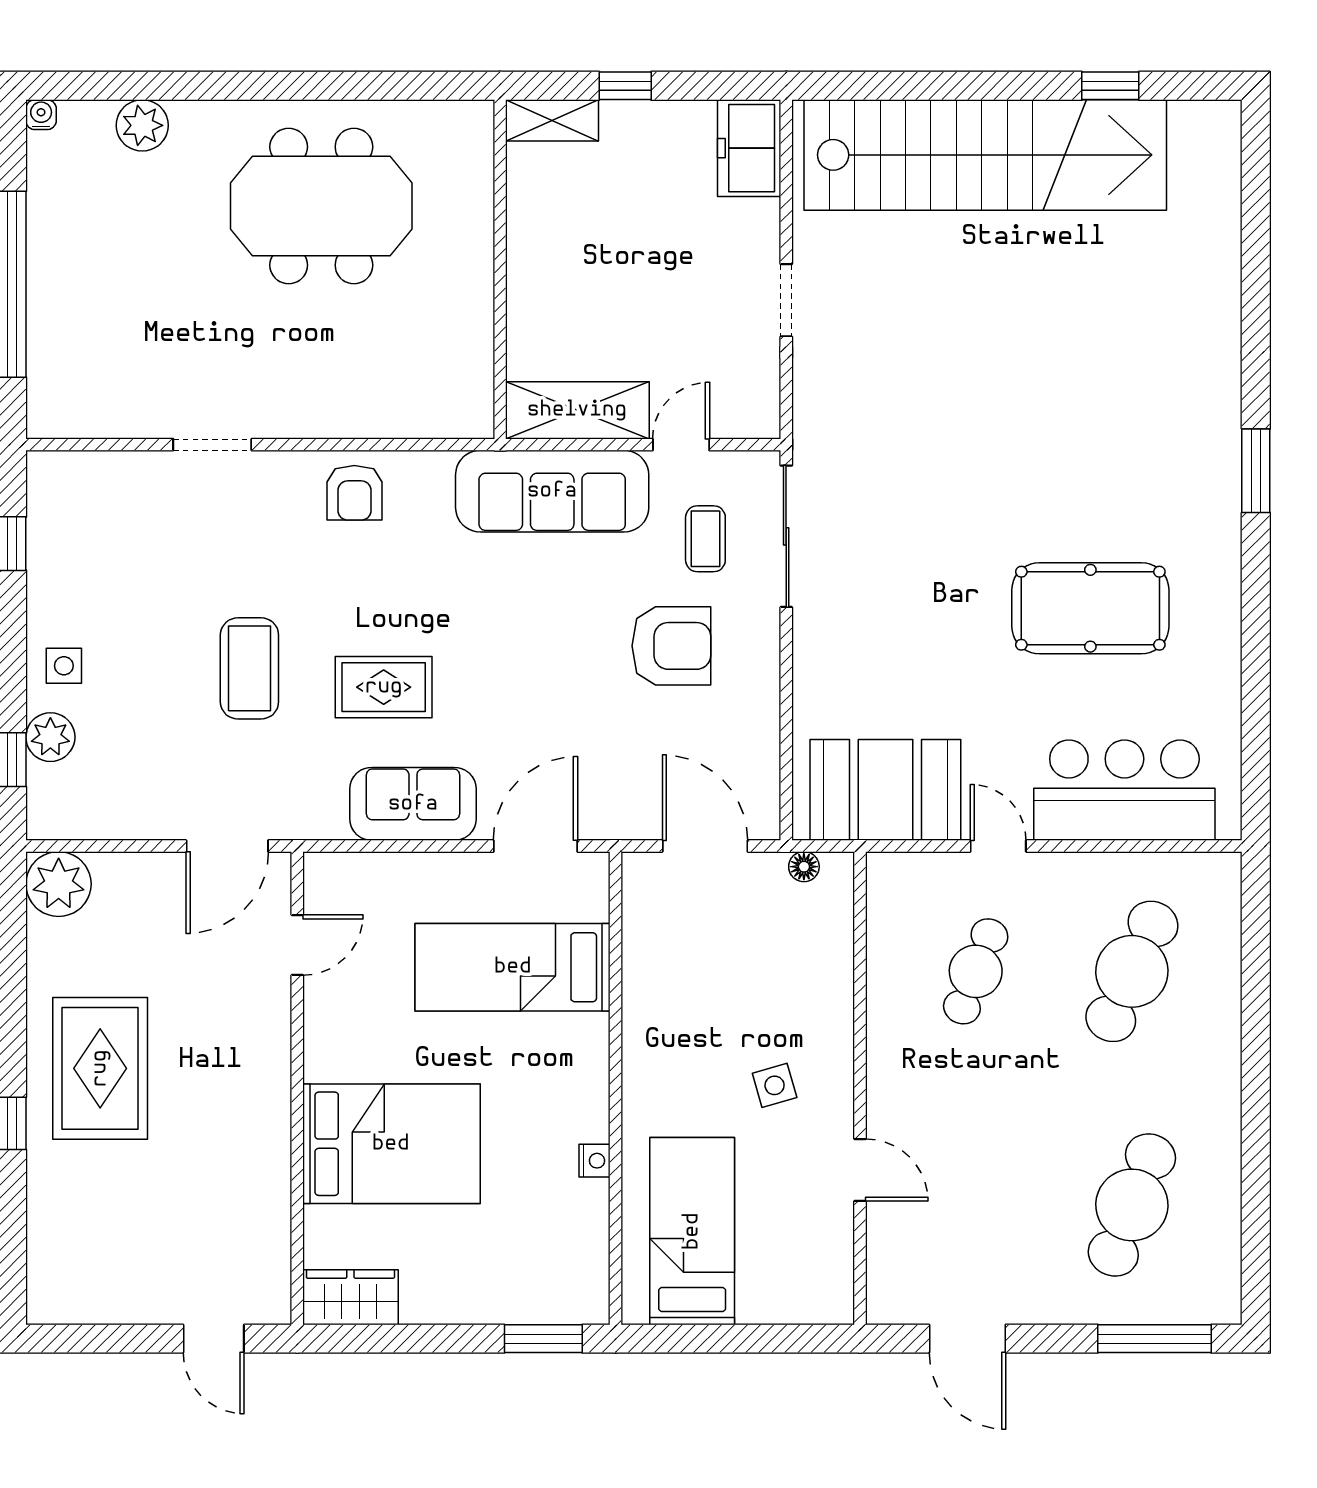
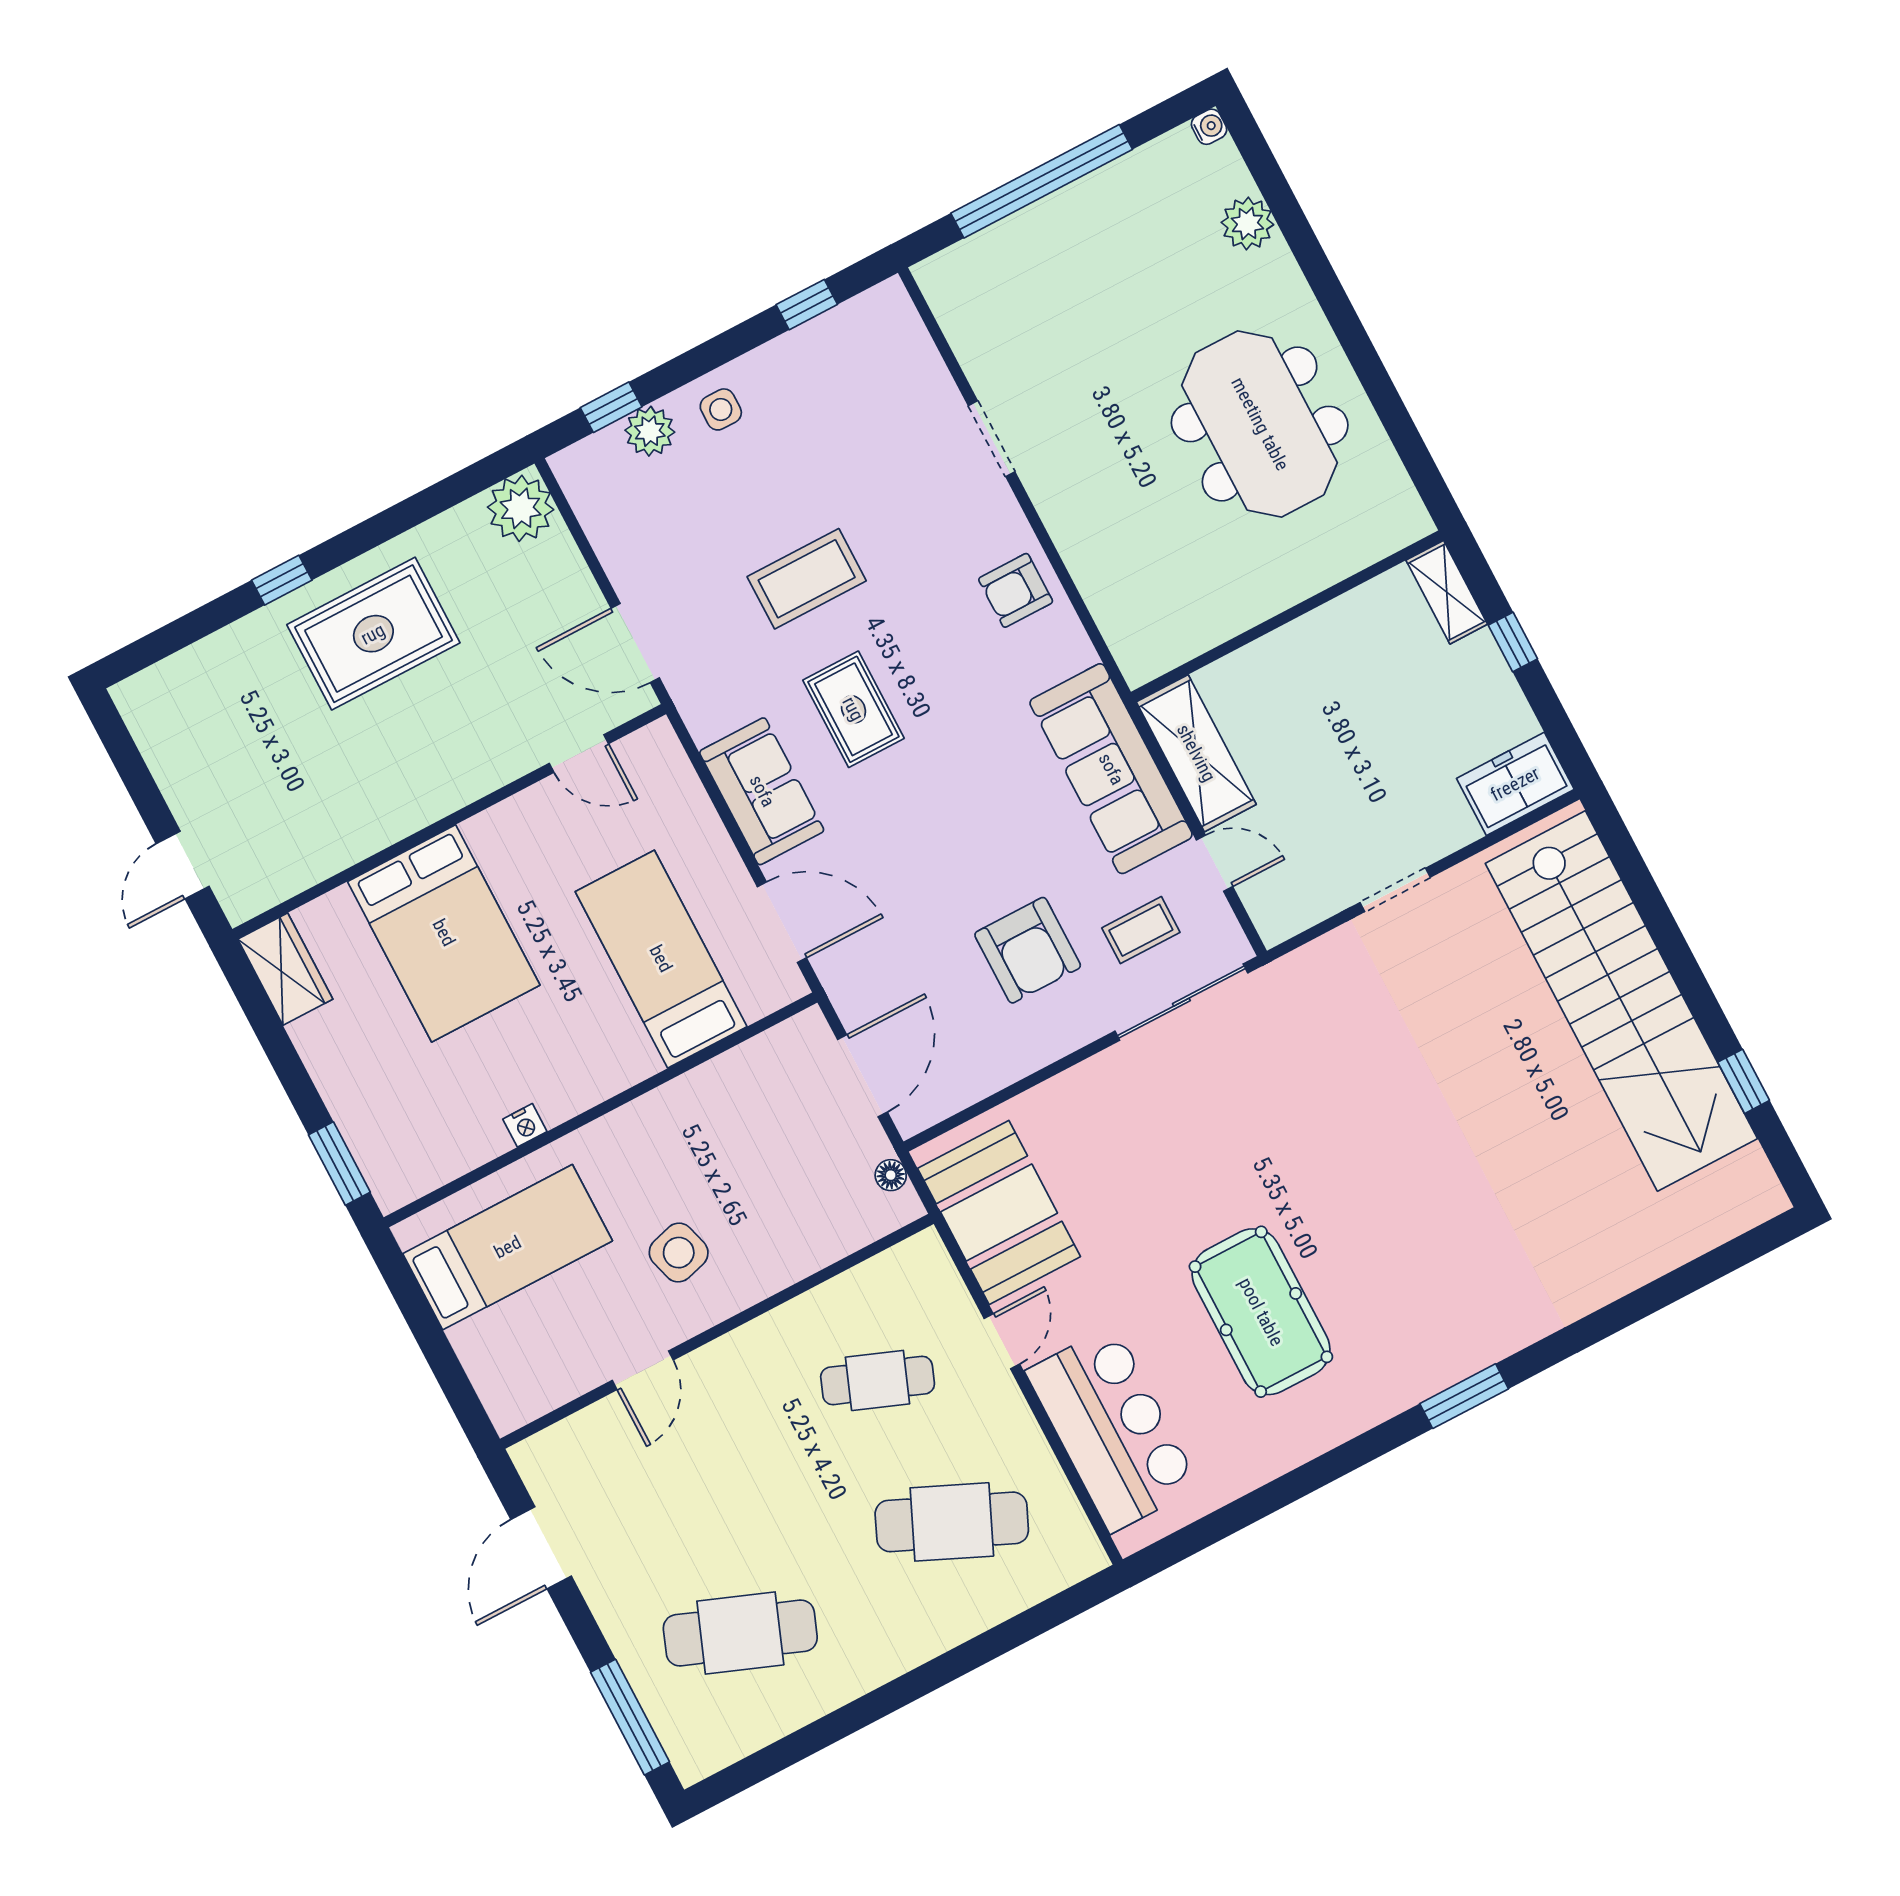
side table: (775, 1085) -> (679, 1253), width x1.37, depth x1.37

